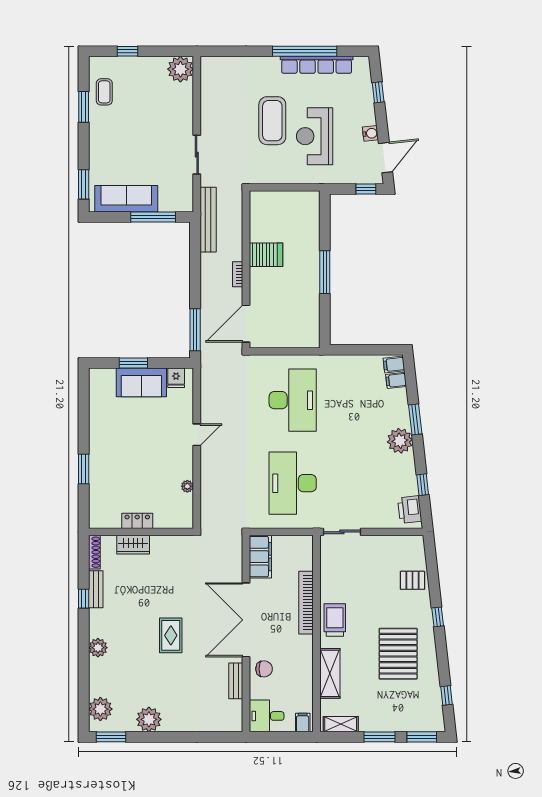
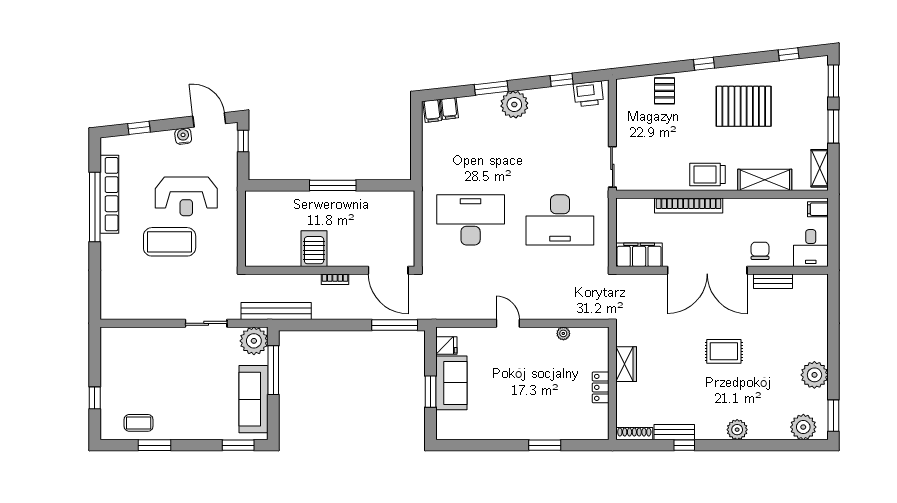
plant: (180, 69) -> (254, 341), moved
wardrobe: (133, 545) -> (626, 364), moved

